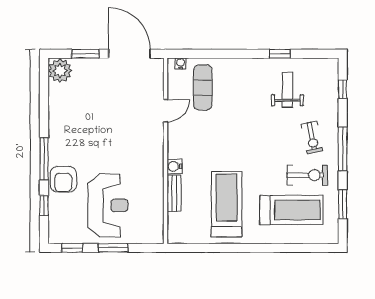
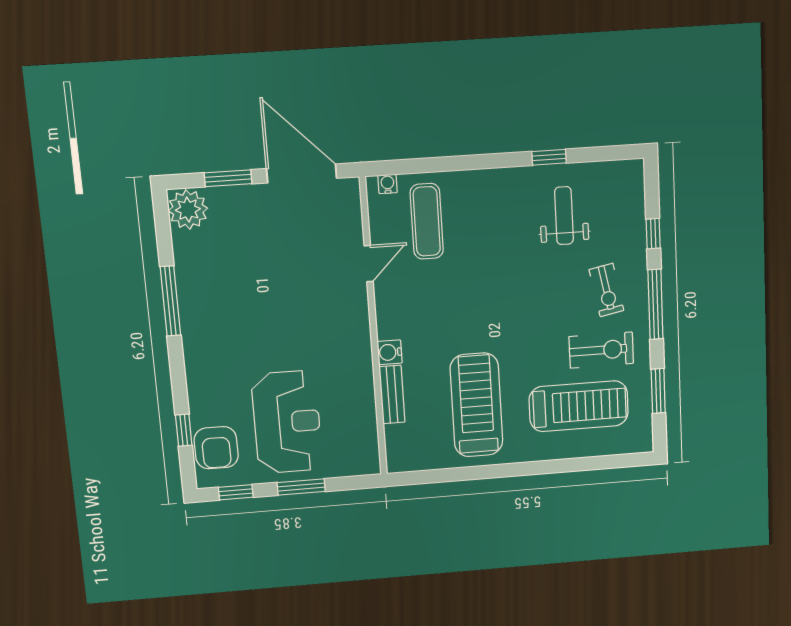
window: (343, 89) -> (653, 234), moved
window: (44, 159) -> (170, 301), moved
armchair: (63, 179) -> (216, 448), moved

